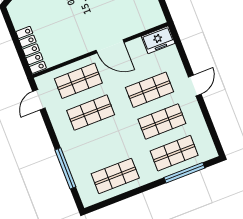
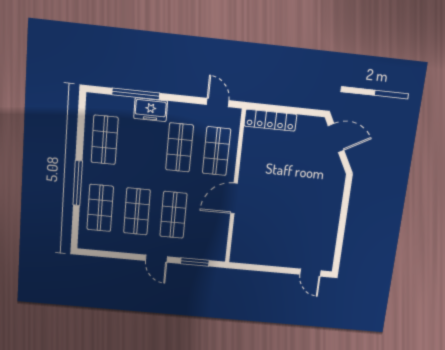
freezer: (158, 40) -> (151, 110), moved, turned -90
window: (182, 51) -> (195, 262), added
window: (184, 173) -> (78, 183), moved

